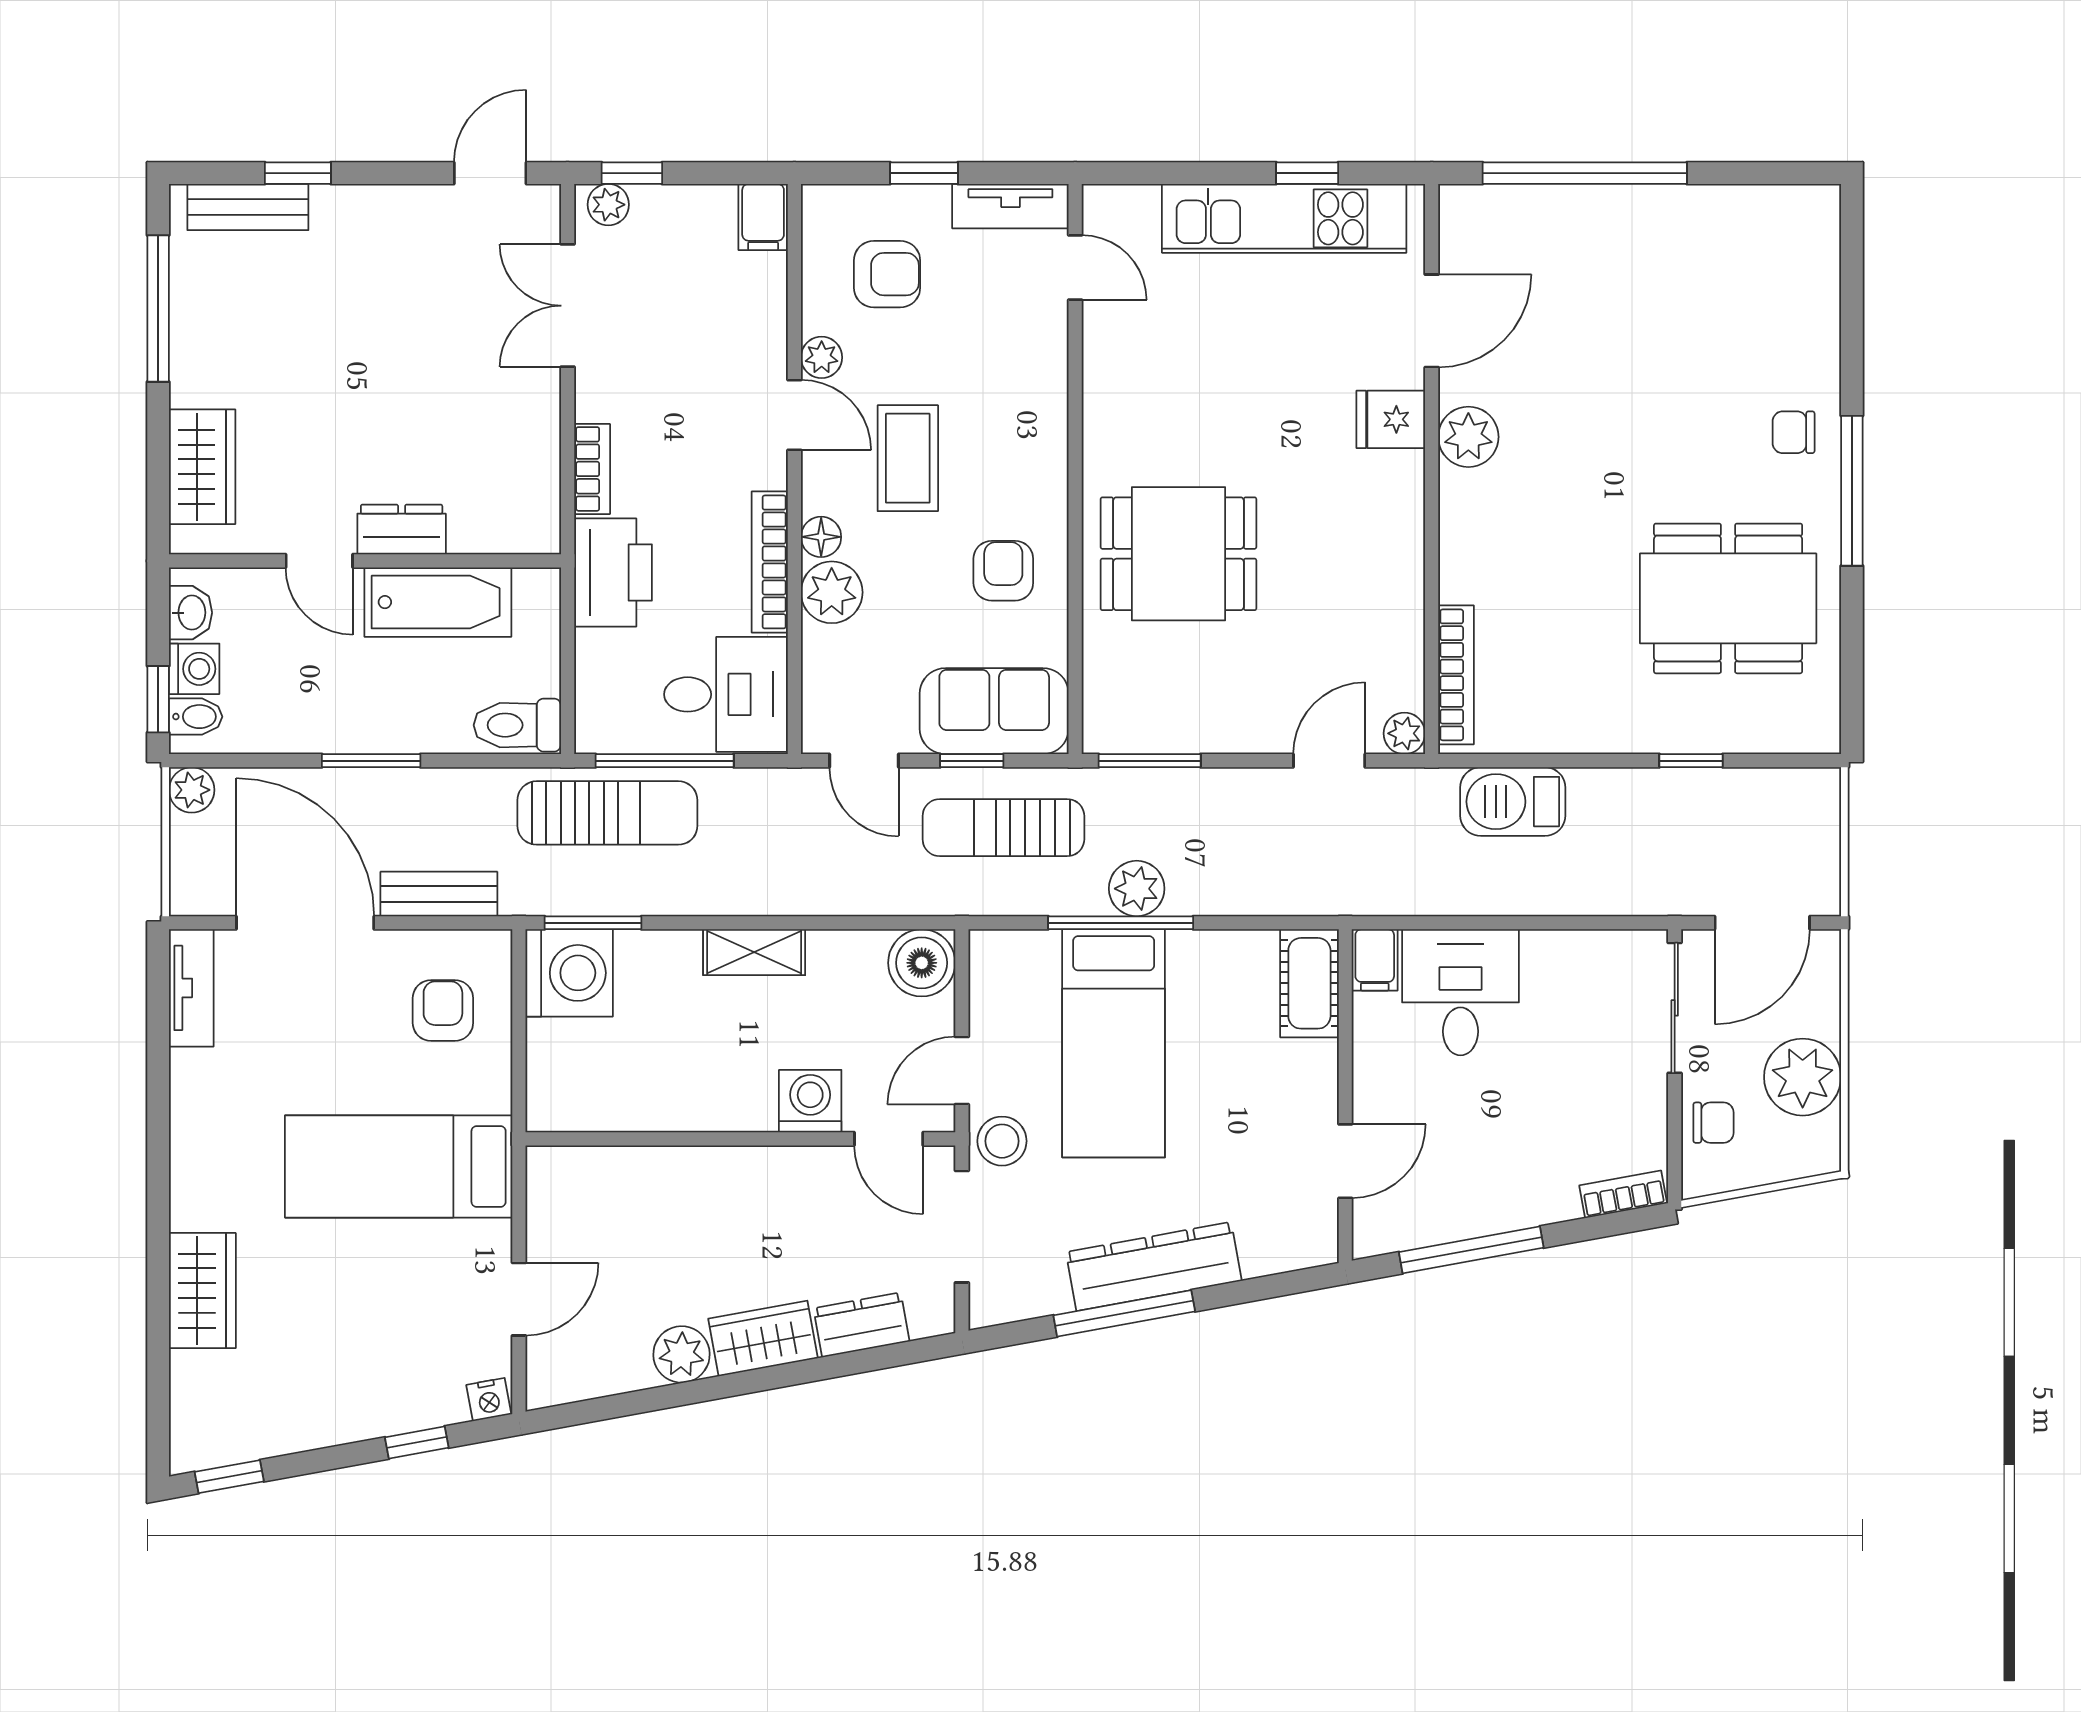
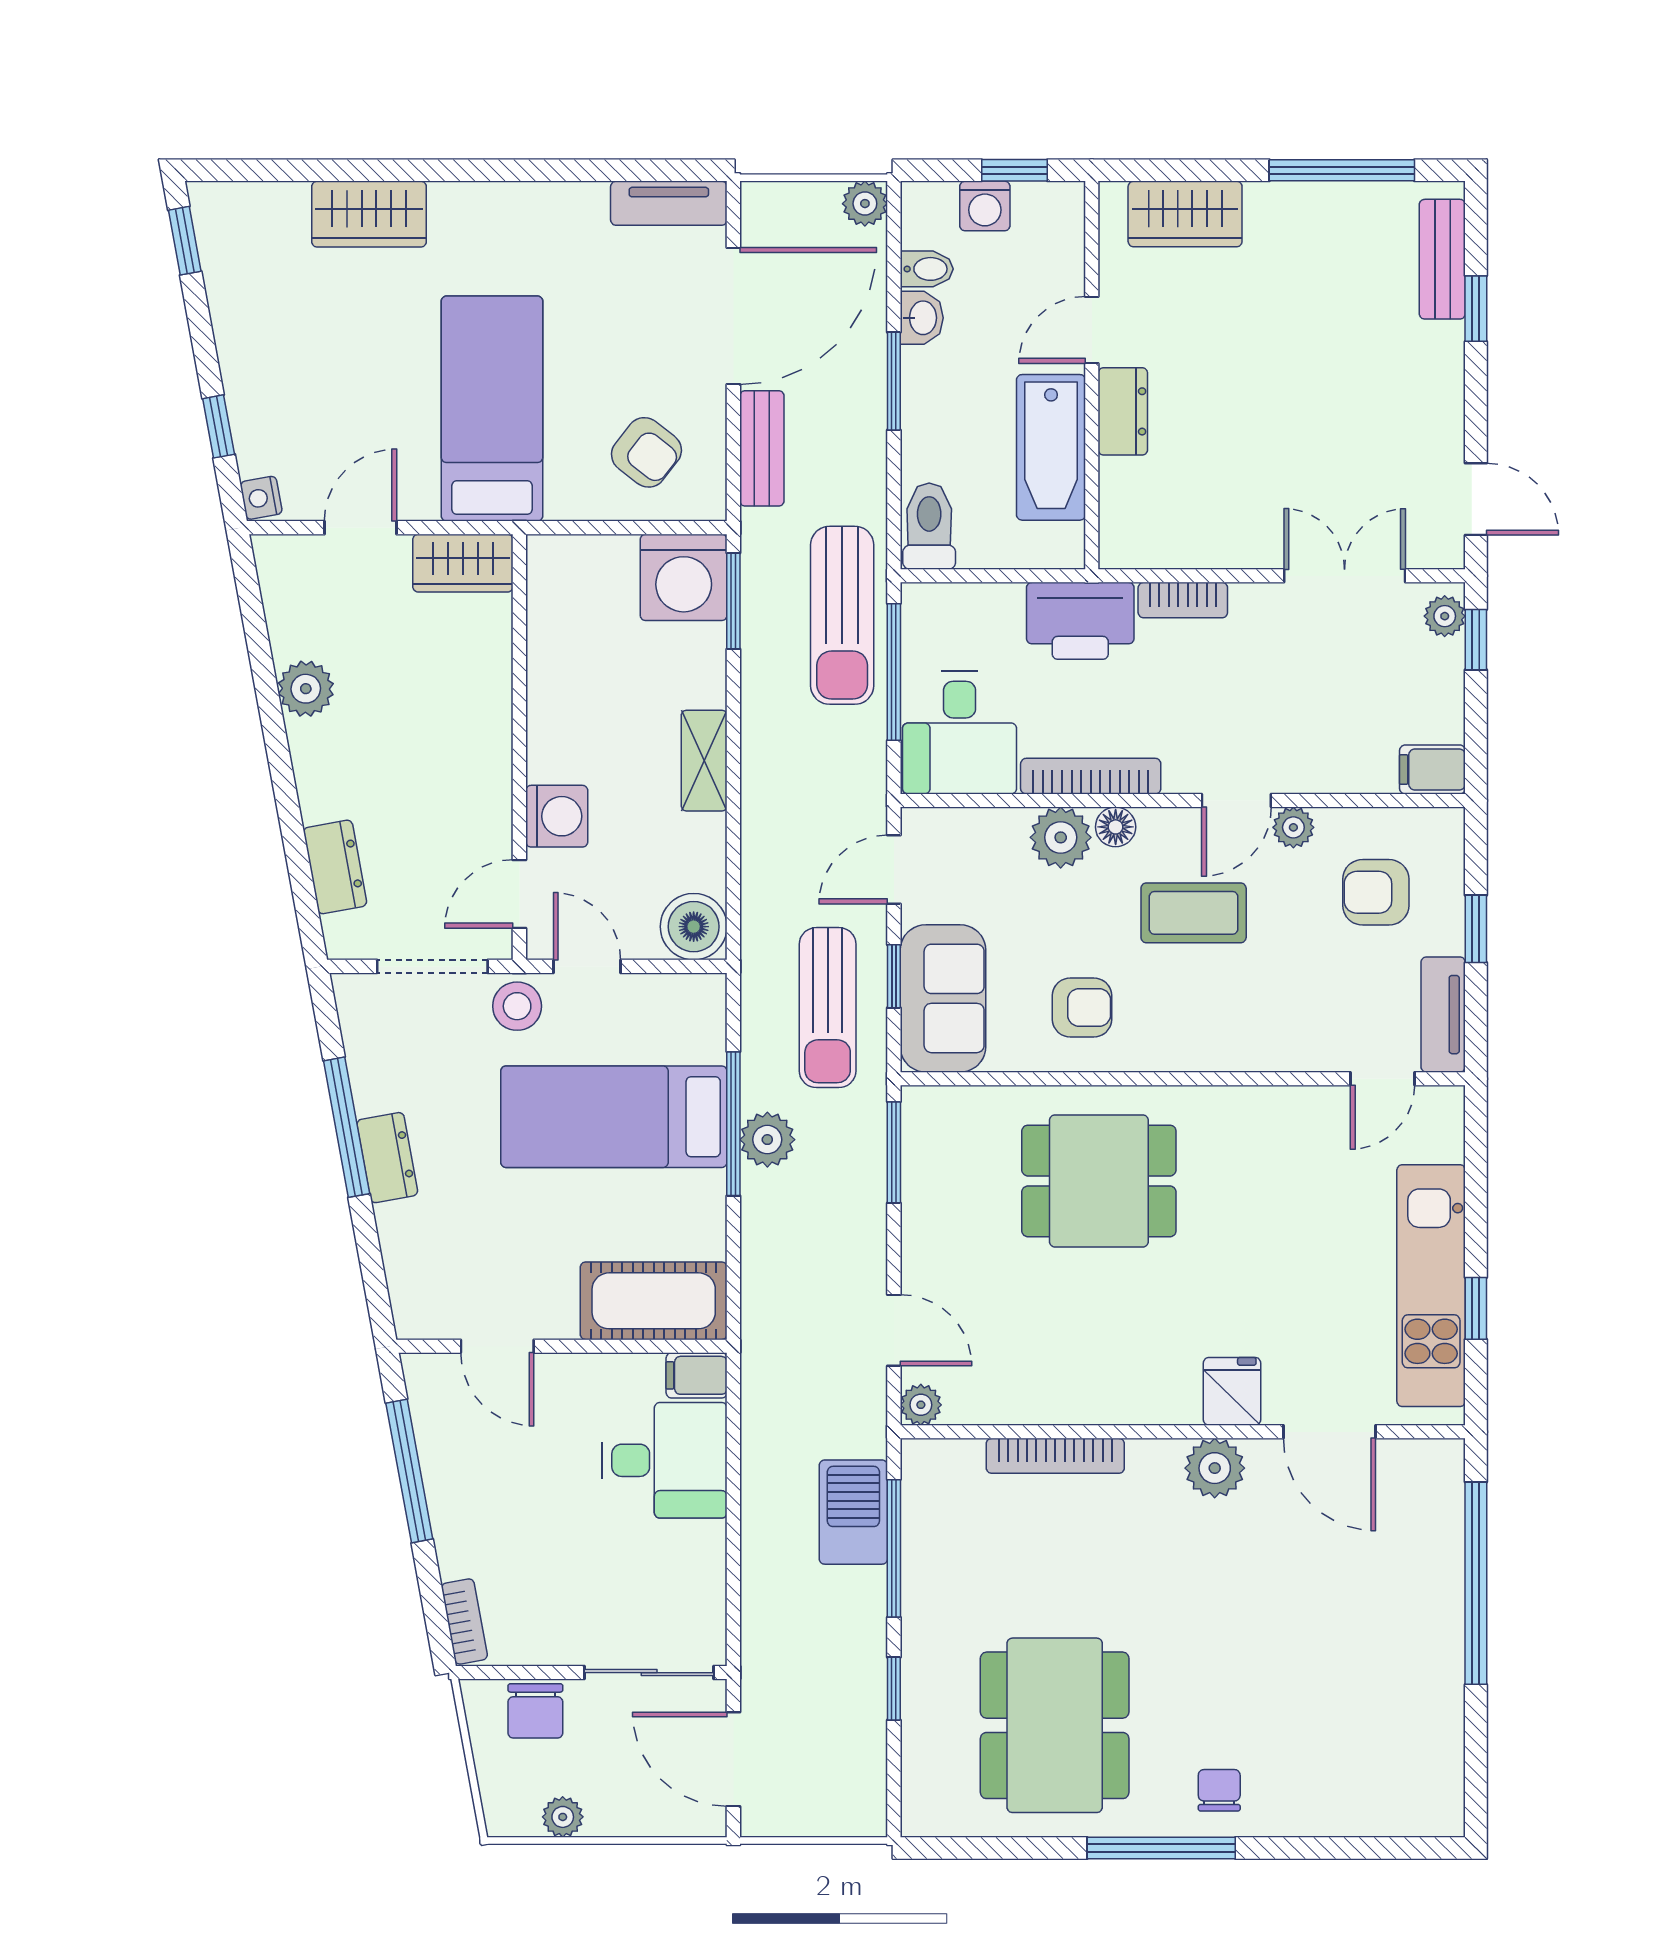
armchair: (887, 274) -> (1376, 892), turned 90
dining table: (1178, 554) -> (1099, 1181), turned 90
washbasin: (191, 613) -> (922, 318), moved, turned -90
bookcase: (1456, 675) -> (1055, 1456), moved
window: (158, 699) -> (1014, 170), moved
bidet: (196, 717) -> (927, 269), moved, turned -90
window: (1549, 761) -> (894, 1548), added
sun lounger: (1003, 828) -> (828, 1008), turned 180
cot: (1309, 983) -> (654, 1301), width x1.37, depth x1.34
armchair: (443, 1010) -> (646, 452), turned 38
plant: (1803, 1077) -> (563, 1817), width x0.53, depth x0.53
chair: (1713, 1123) -> (535, 1711), width x1.37, depth x1.37
dresser: (1154, 1266) -> (387, 1158), width x0.51, depth x0.80
door: (519, 1299) -> (361, 528), swing flipped
wardrobe: (763, 1338) -> (463, 563), moved, turned 100

